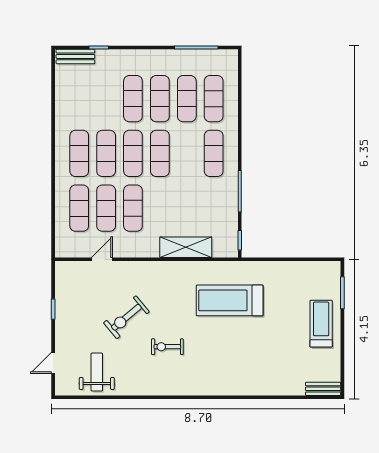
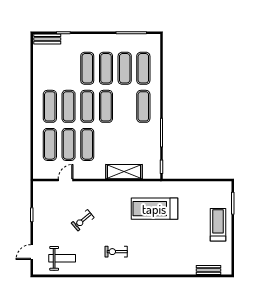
exercise bike: (126, 317) -> (83, 220), width x0.73, depth x0.72
exercise bike: (167, 347) -> (116, 252), moved
weight bench: (97, 372) -> (62, 258), turned 90
bench: (323, 389) -> (208, 270), moved

